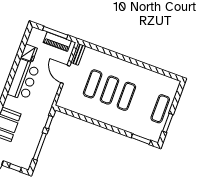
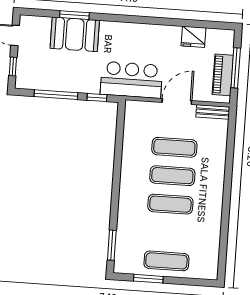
bar counter: (24, 80) -> (131, 80), moved, turned 180

